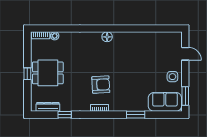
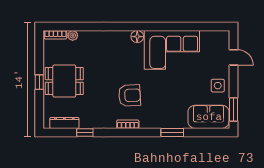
corner sofa: (135, 48) -> (172, 50), added

